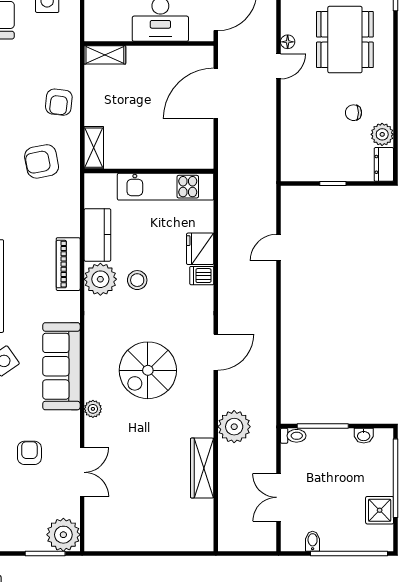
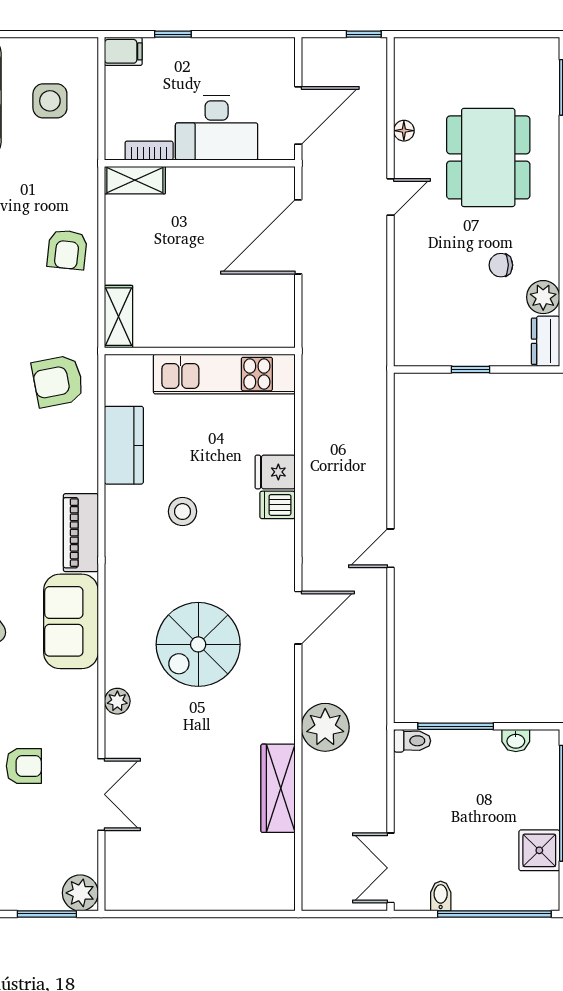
bookcase: (115, 35) -> (149, 151), added
floor lamp: (288, 42) -> (404, 131), moved
armchair: (42, 161) -> (58, 381), moved
door: (279, 248) -> (391, 548), moved
fridge: (200, 249) -> (275, 472), width x0.72
piano: (68, 264) -> (81, 533), moved
plant: (100, 279) -> (128, 510), removed
sofa: (61, 366) -> (71, 621), width x0.73
armchair: (29, 453) -> (24, 766), turned 90
double door: (279, 497) -> (391, 868), moved
plant: (63, 535) -> (80, 893), width x0.73, depth x0.73

